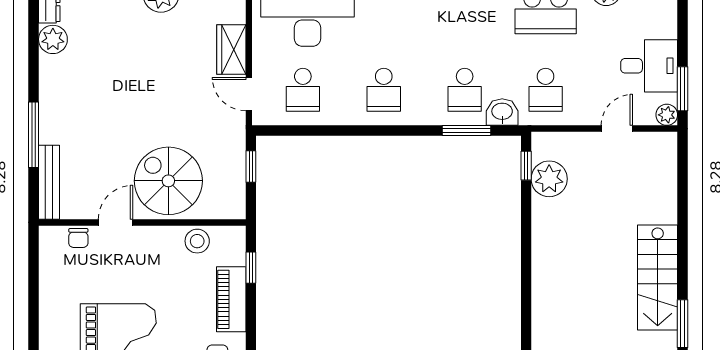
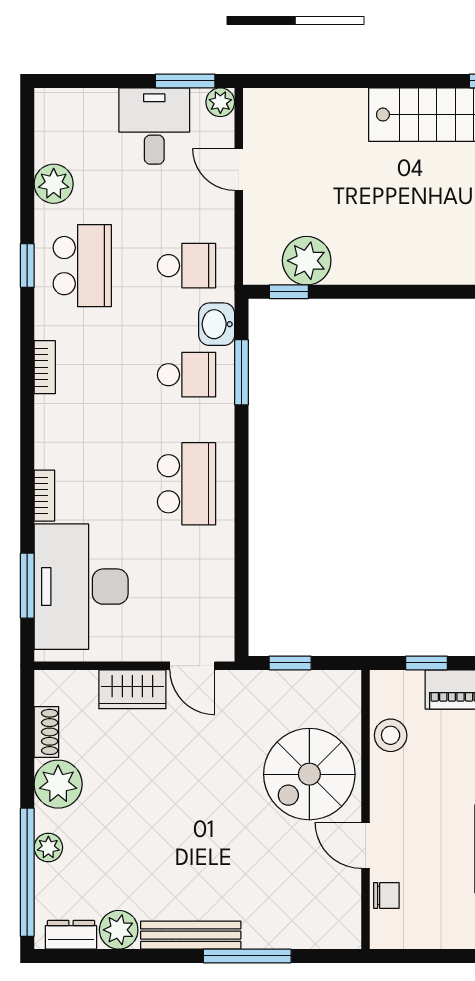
school desk: (303, 90) -> (186, 593), removed
school desk: (384, 90) -> (186, 484), width x1.85
door: (249, 94) -> (192, 666), hinge flipped
bench: (49, 182) -> (191, 935), moved

